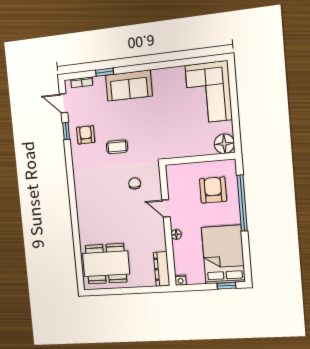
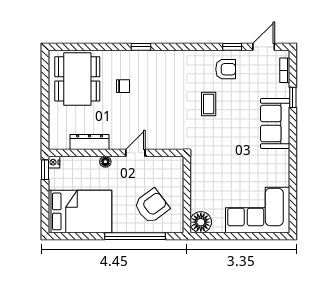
chair: (135, 183) -> (123, 86), moved
armchair: (213, 190) -> (152, 206), turned -37
window: (74, 210) -> (141, 47), added
dresser: (162, 269) -> (89, 142), moved
window: (226, 286) -> (45, 170), moved

